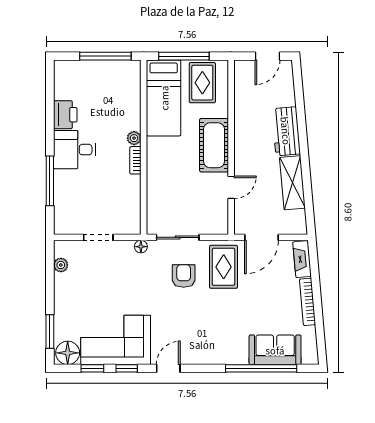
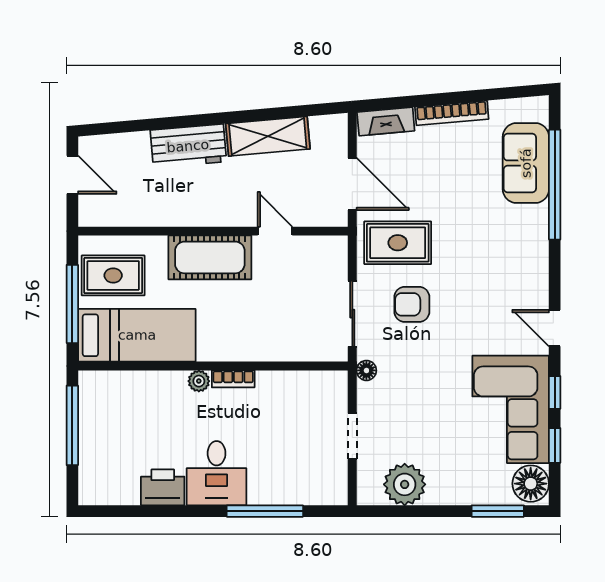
plant: (61, 265) -> (405, 484), width x1.87, depth x1.87

